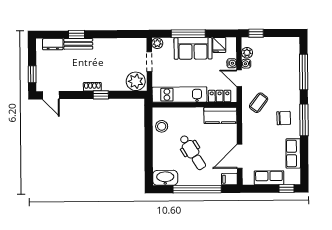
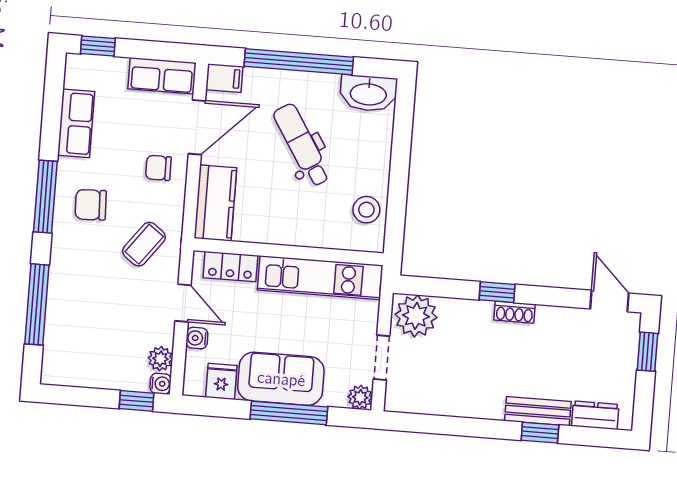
water cooler: (246, 64) -> (161, 384), moved
kitchen counter: (220, 115) -> (215, 203), moved, turned 90
chair: (255, 137) -> (158, 168), added
row of seats: (269, 178) -> (162, 76), moved

